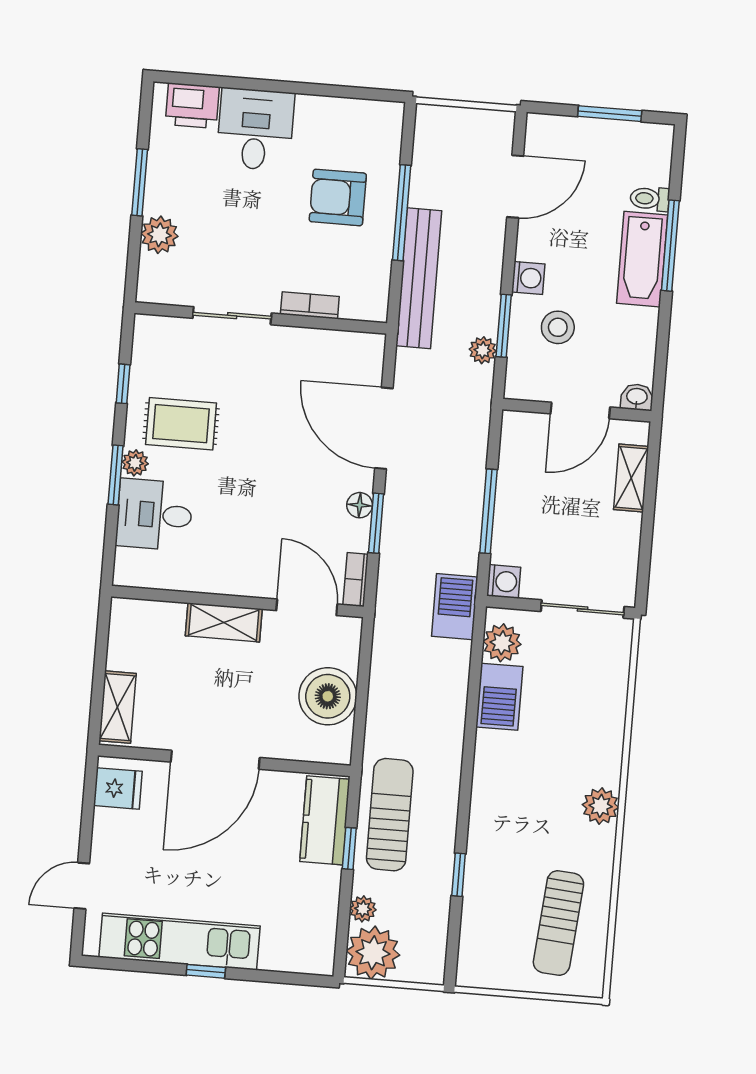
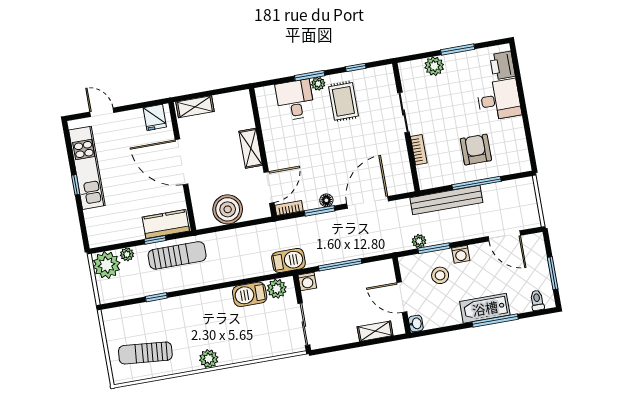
toilet: (650, 199) -> (537, 300), moved

